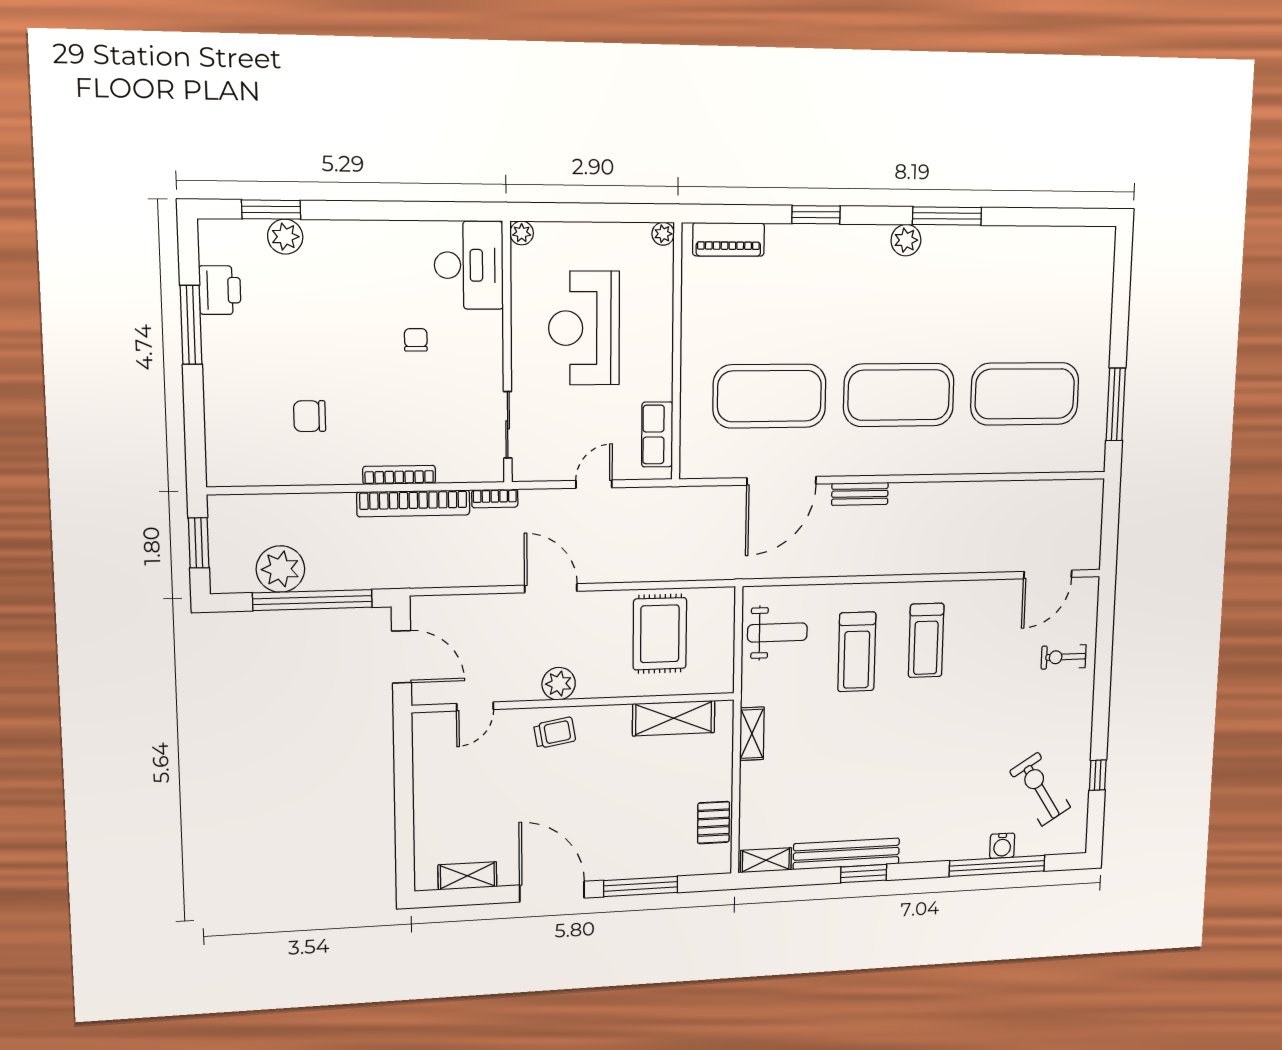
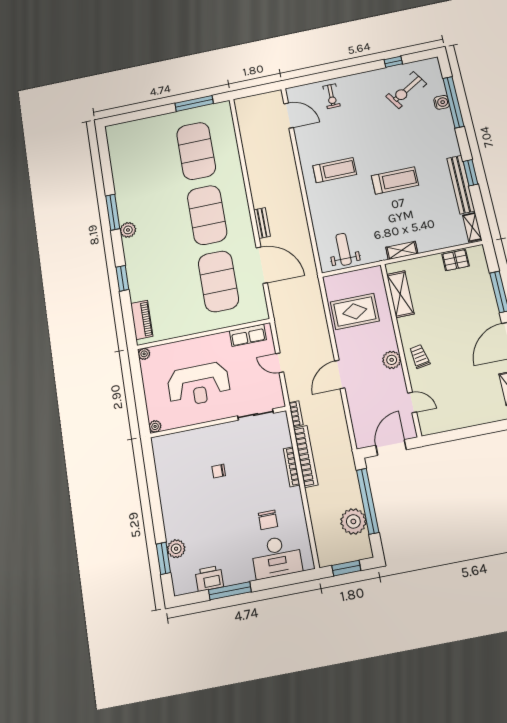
desk: (469, 265) -> (277, 557), moved, turned 180
treadmill: (857, 652) -> (395, 181), moved

